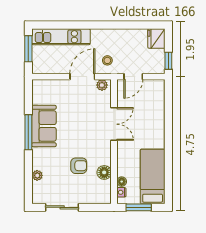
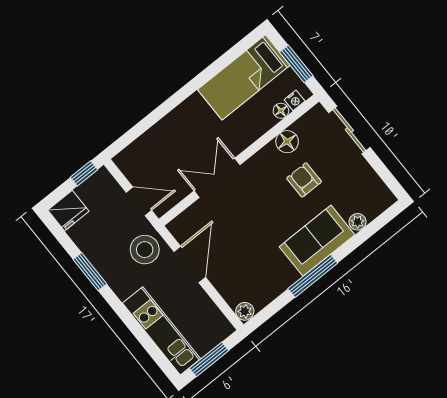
window: (118, 25) -> (90, 272), added
stool: (107, 60) -> (145, 250), width x1.89, depth x1.89
door: (82, 77) -> (190, 264), swing flipped
plant: (102, 85) -> (245, 311), moved
sofa: (44, 126) -> (317, 241), moved
sliding door: (62, 207) -> (349, 130), moved

